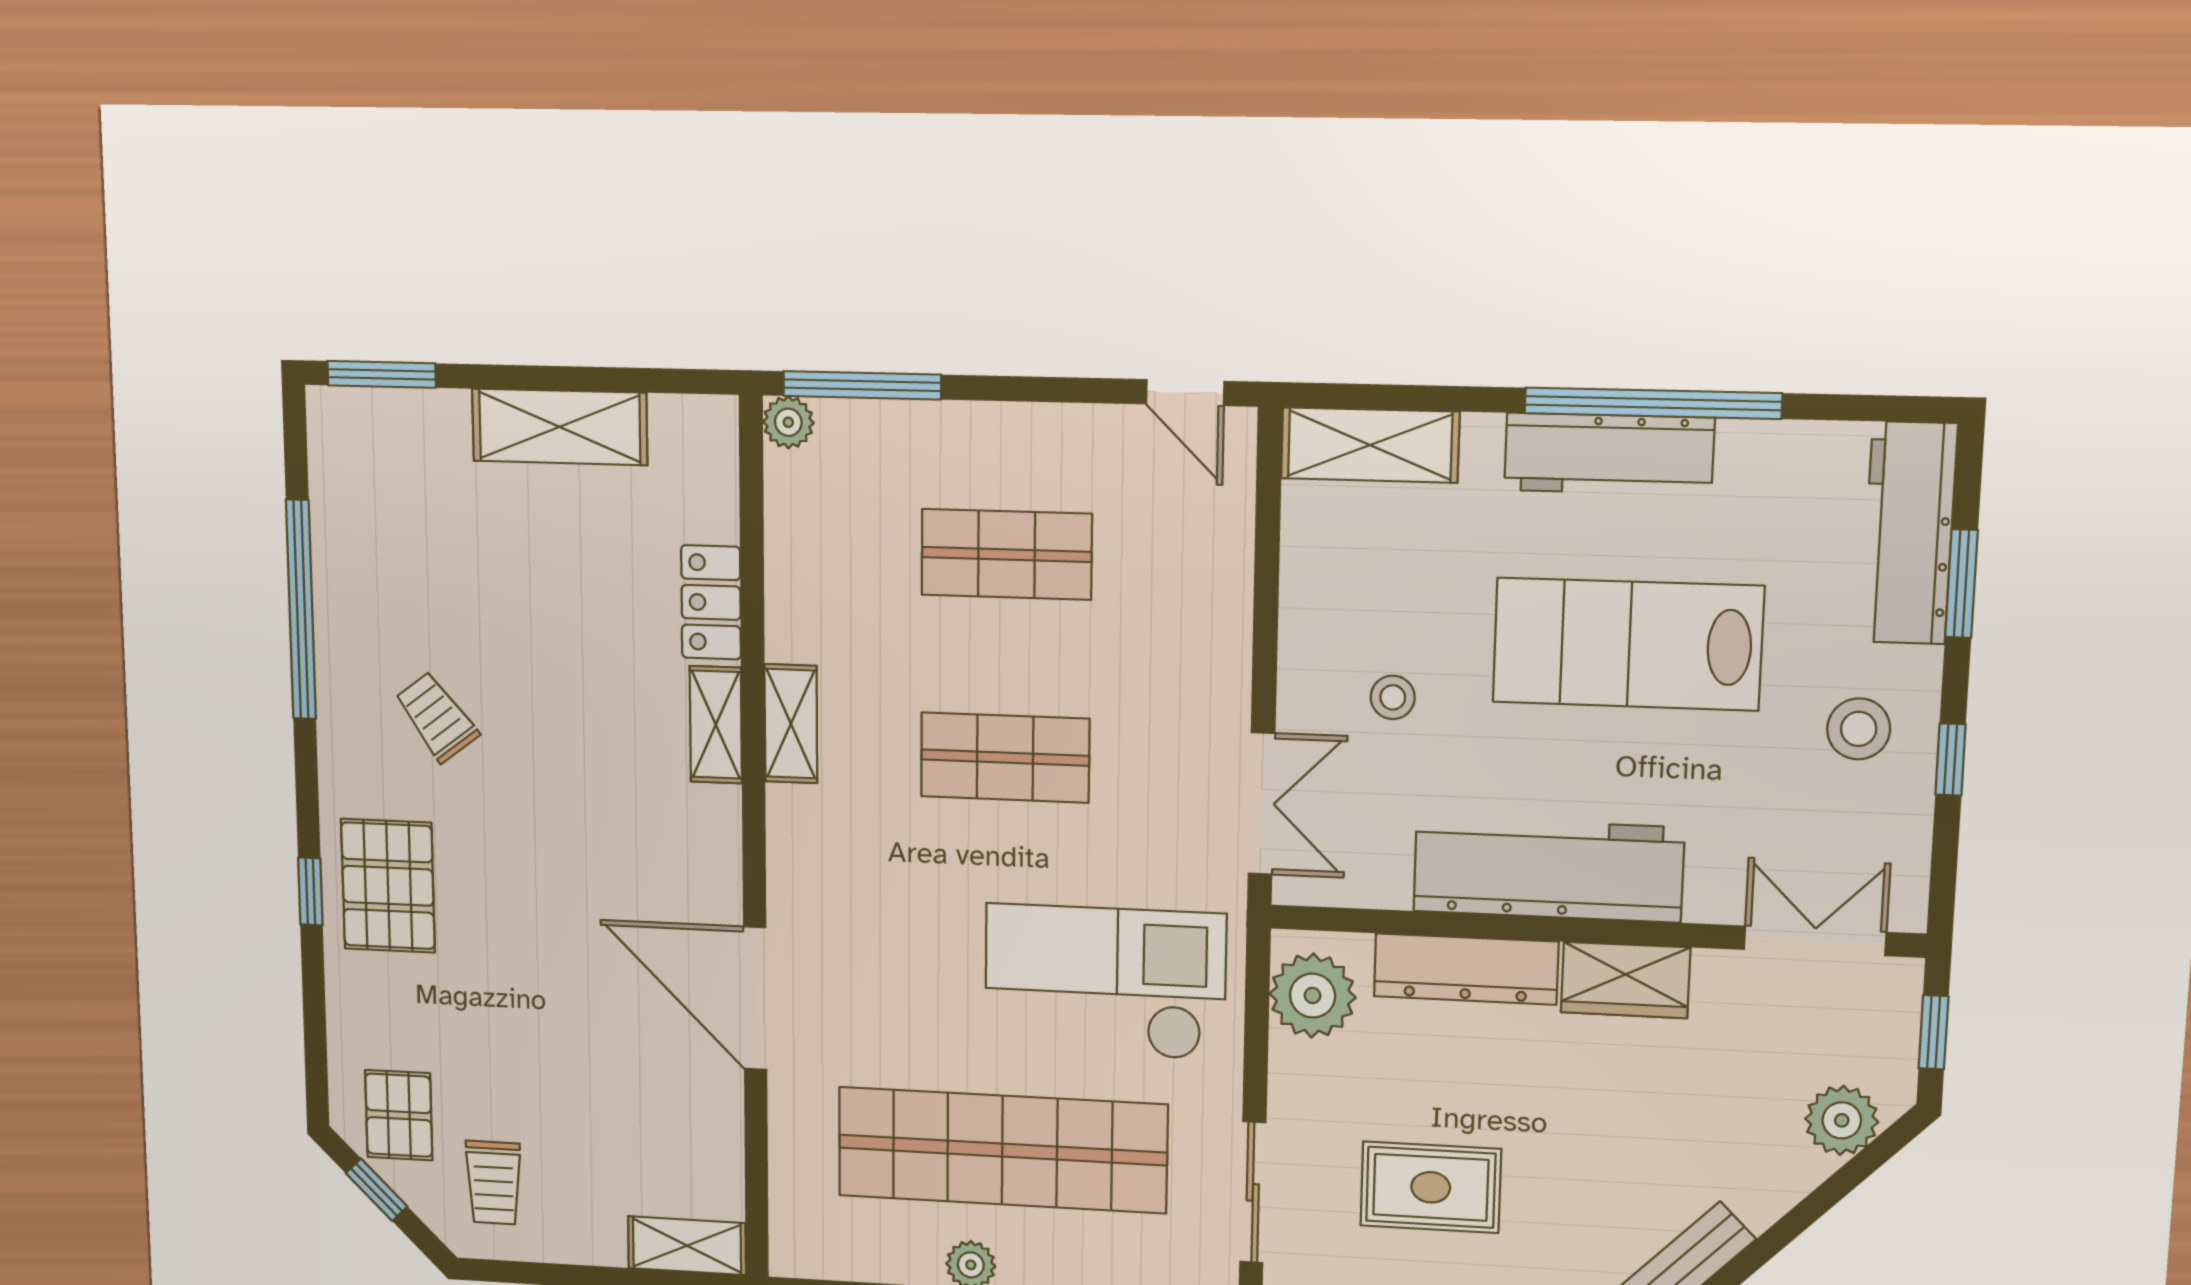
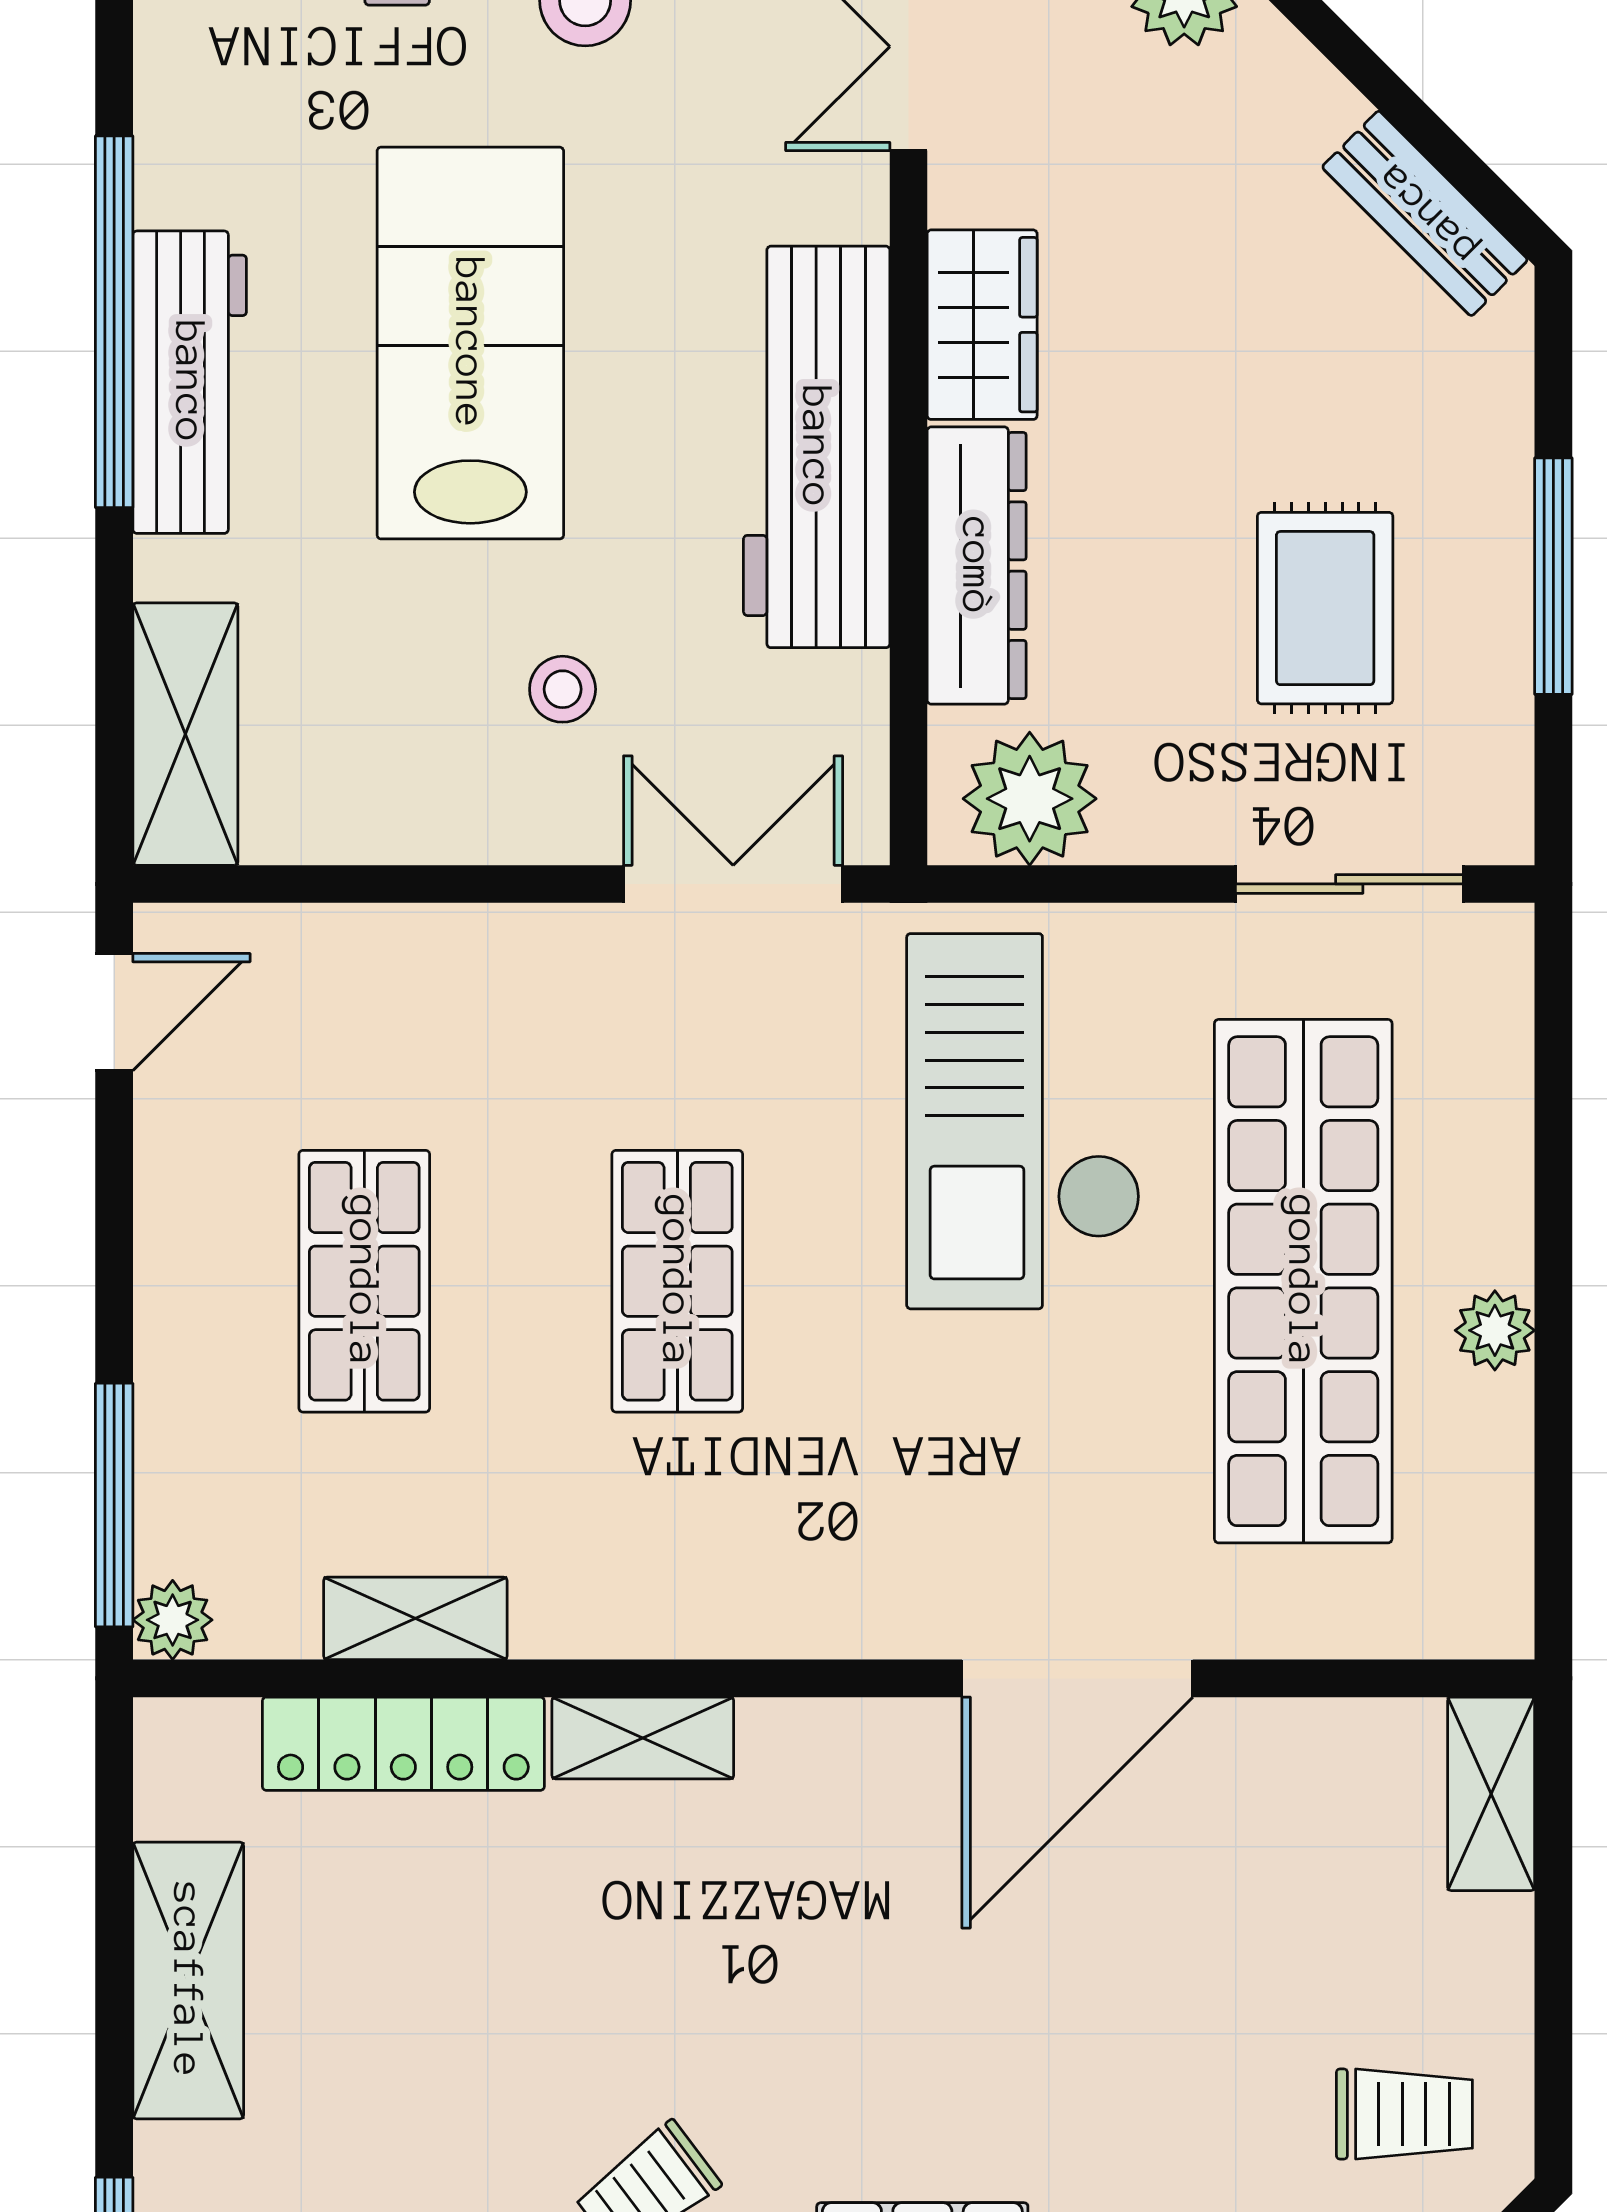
locker: (711, 602) -> (403, 1744), width x1.53
lab bench: (1628, 644) -> (470, 343), turned 180
shelving: (791, 724) -> (415, 1618), moved

